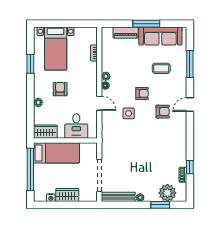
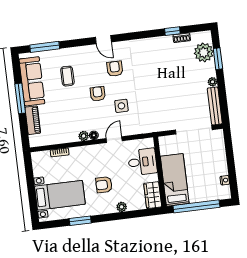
window: (190, 64) -> (45, 47), moved
wardrobe: (67, 195) -> (220, 162), removed

